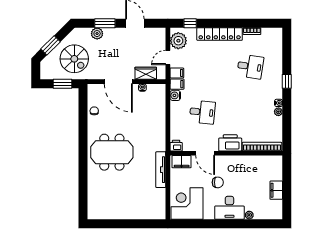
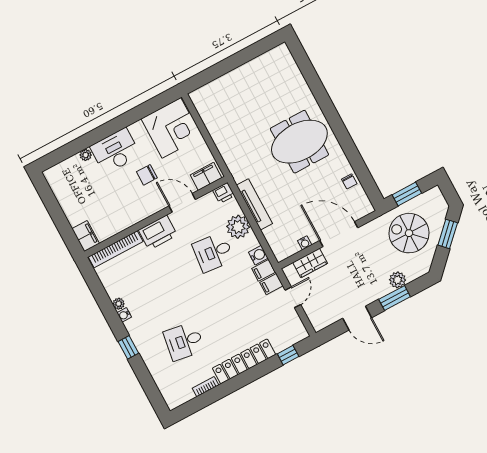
plant: (178, 41) -> (238, 227), moved
tv unit: (161, 170) -> (254, 204), moved
filing cabinet: (276, 190) -> (86, 236), moved

